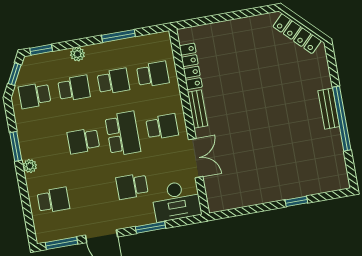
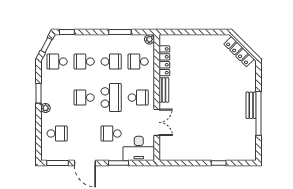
plant: (77, 54) -> (150, 39), moved
school desk: (153, 74) -> (138, 62), turned 180
school desk: (74, 88) -> (84, 62), turned 180

